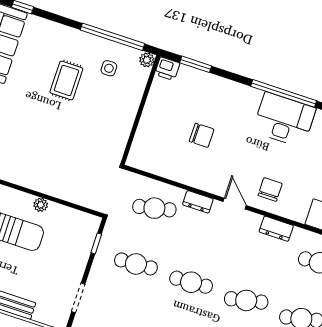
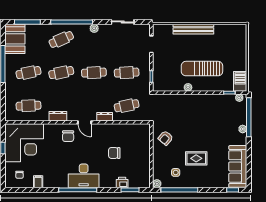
printer: (167, 69) -> (122, 183), moved
rug: (66, 80) -> (196, 158), turned 90
desk: (284, 120) -> (84, 176), moved
armchair: (107, 132) -> (166, 138), added

